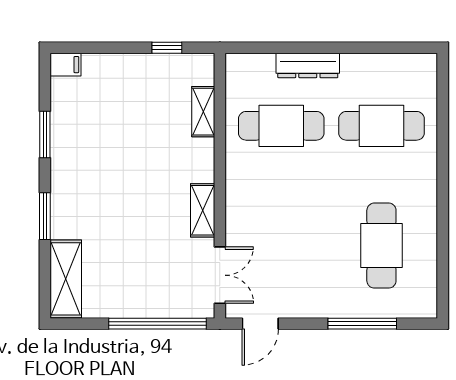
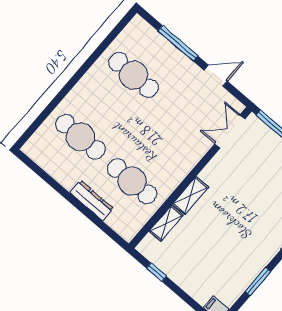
shelving: (203, 210) -> (190, 195), moved
cafe table: (381, 246) -> (134, 75), turned 90
door: (260, 324) -> (216, 76), moved

